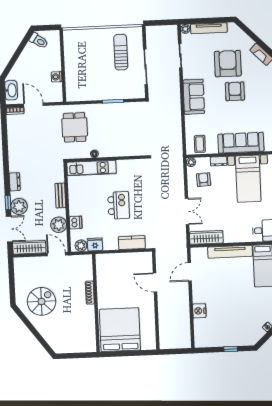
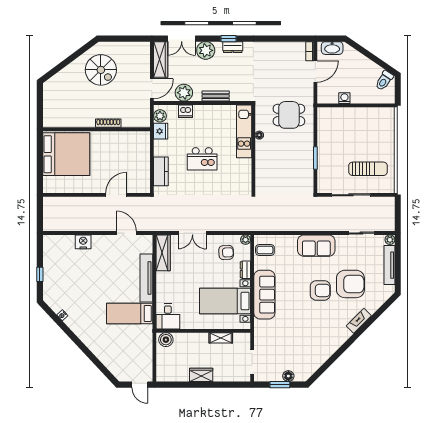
window: (8, 203) -> (228, 39), moved

